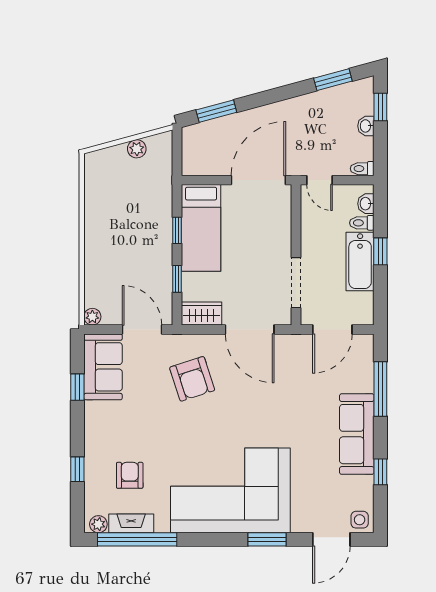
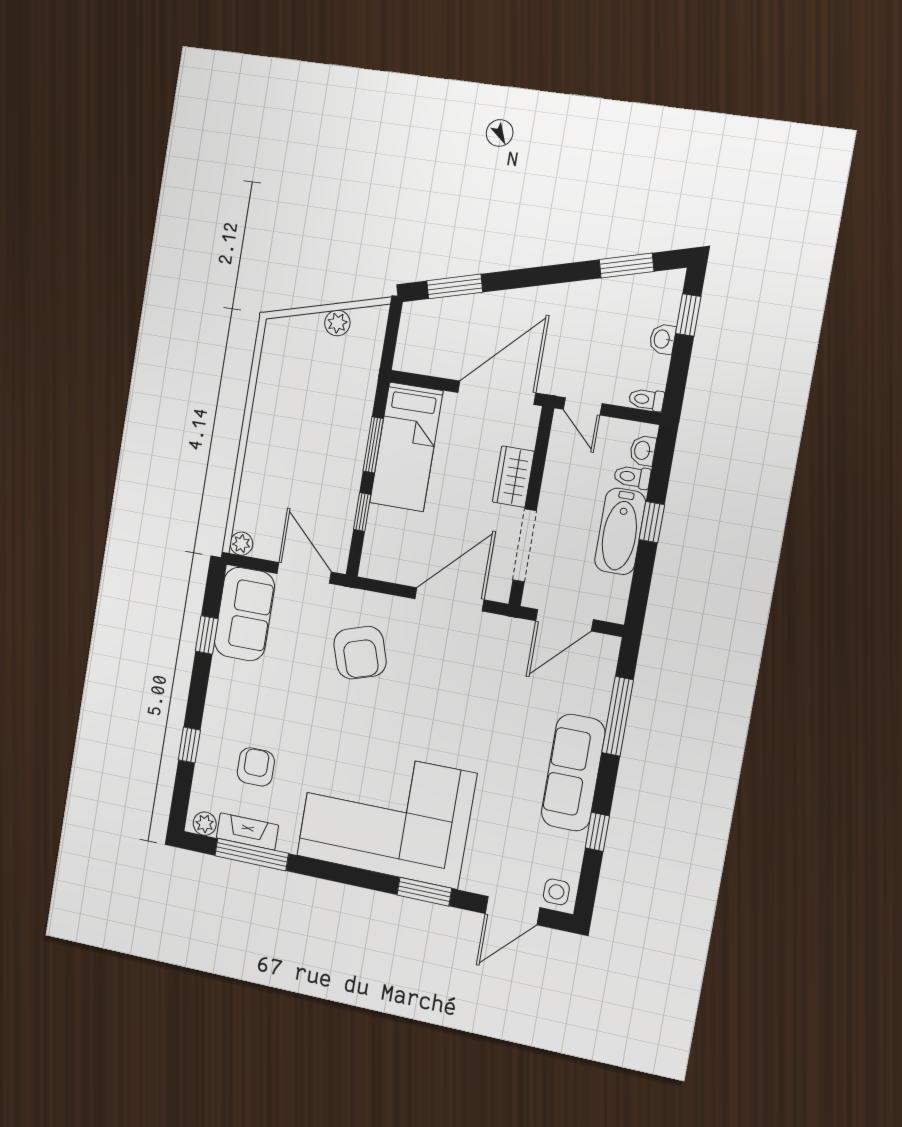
window: (177, 230) -> (373, 445), width x1.50
wardrobe: (201, 313) -> (513, 477), moved, turned -90
door: (250, 329) -> (449, 599), swing flipped
window: (137, 539) -> (252, 855), width x0.68

